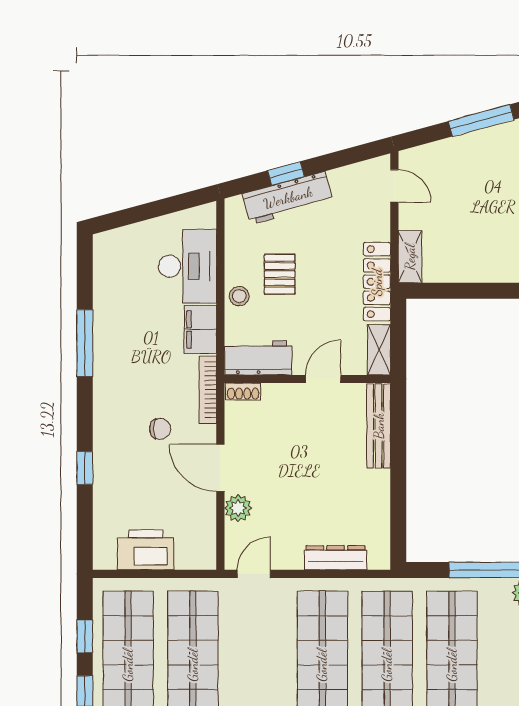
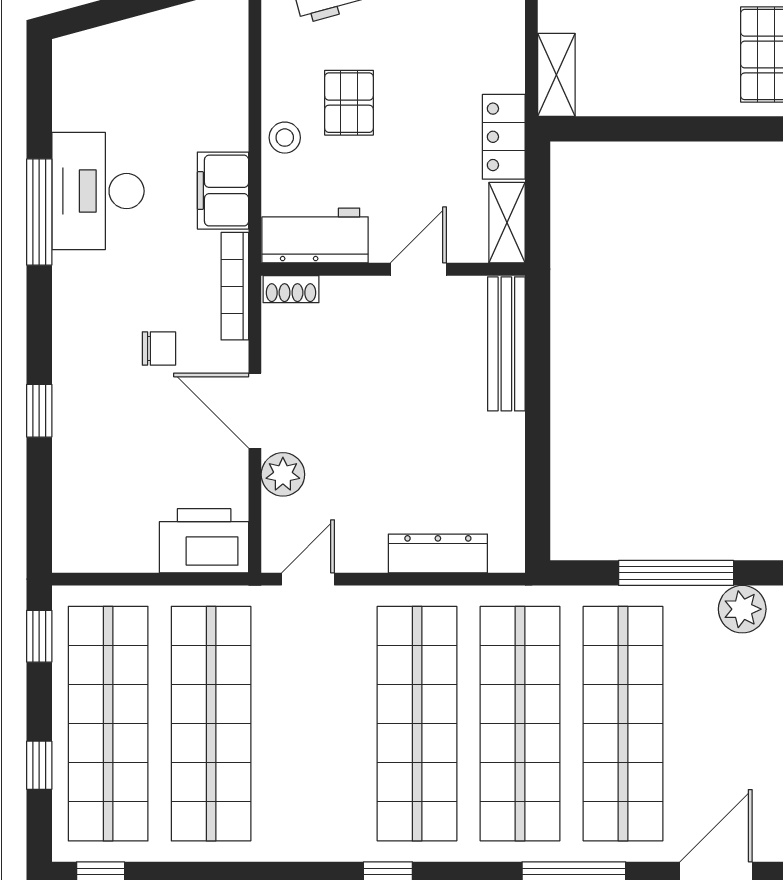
desk: (187, 266) -> (98, 191), moved, turned 180
locker: (377, 282) -> (504, 137), width x0.66
printer: (146, 550) -> (204, 541), moved
window: (85, 636) -> (39, 636), moved

